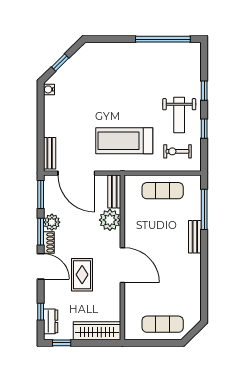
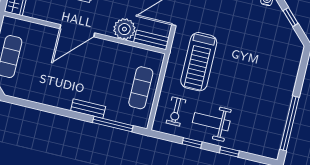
treadmill: (124, 141) -> (199, 62), turned 180
exercise bike: (177, 151) -> (176, 111), turned 180

